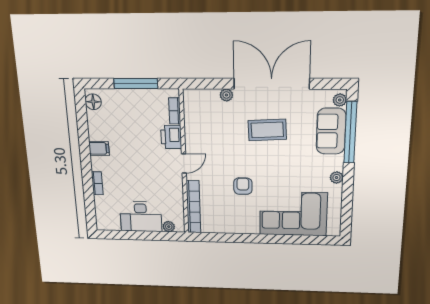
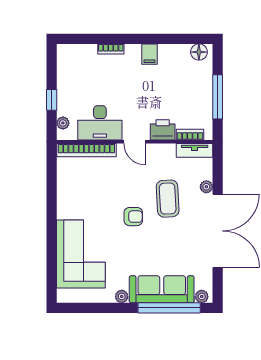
tv unit: (190, 106) -> (195, 150), added
coffee table: (267, 130) -> (168, 199), moved
sofa: (331, 131) -> (162, 289), width x1.36
armchair: (243, 186) -> (133, 217), moved
desk: (141, 216) -> (100, 123), moved, turned -90
window: (148, 236) -> (52, 100), added

